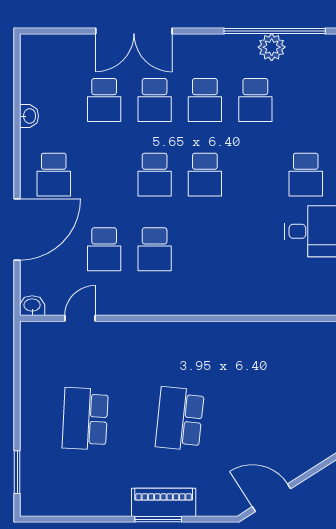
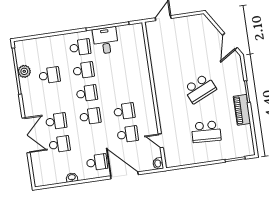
school desk: (205, 100) -> (83, 70), moved
school desk: (180, 419) -> (200, 89), turned -30
piano: (164, 502) -> (242, 110), moved

